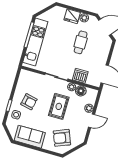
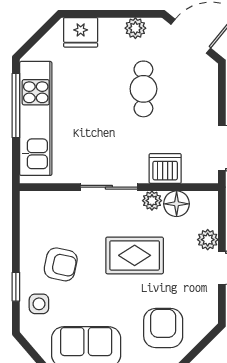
fridge: (72, 16) -> (81, 32), moved
rug: (59, 106) -> (135, 255), turned 90
armchair: (62, 138) -> (163, 328), turned 112

